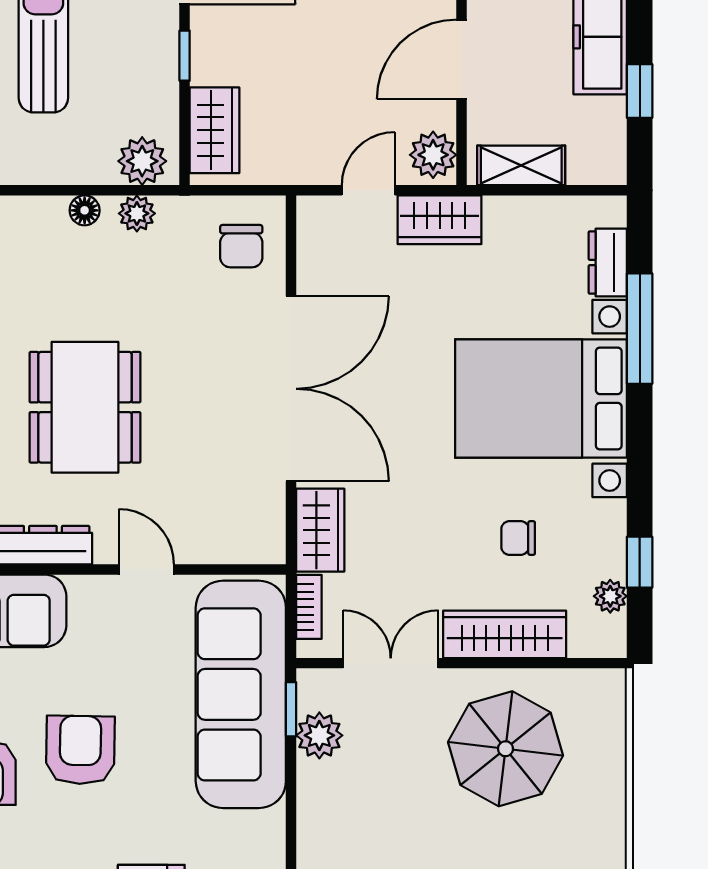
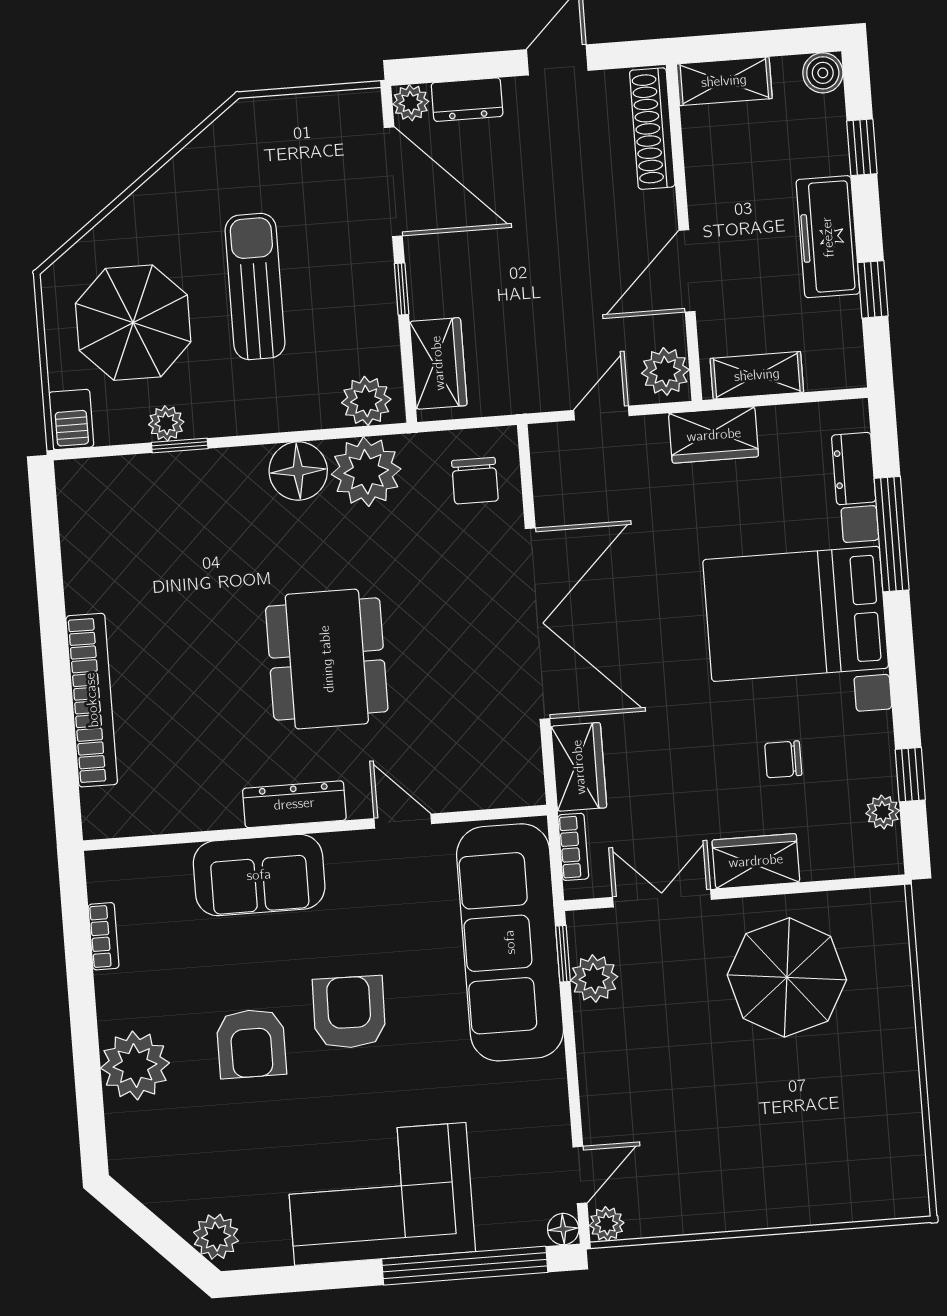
floor lamp: (85, 210) -> (298, 471), width x1.89, depth x1.89
plant: (137, 213) -> (366, 472), width x1.88, depth x1.88
wardrobe: (440, 220) -> (714, 435), moved
wardrobe: (505, 634) -> (756, 861), width x0.67

